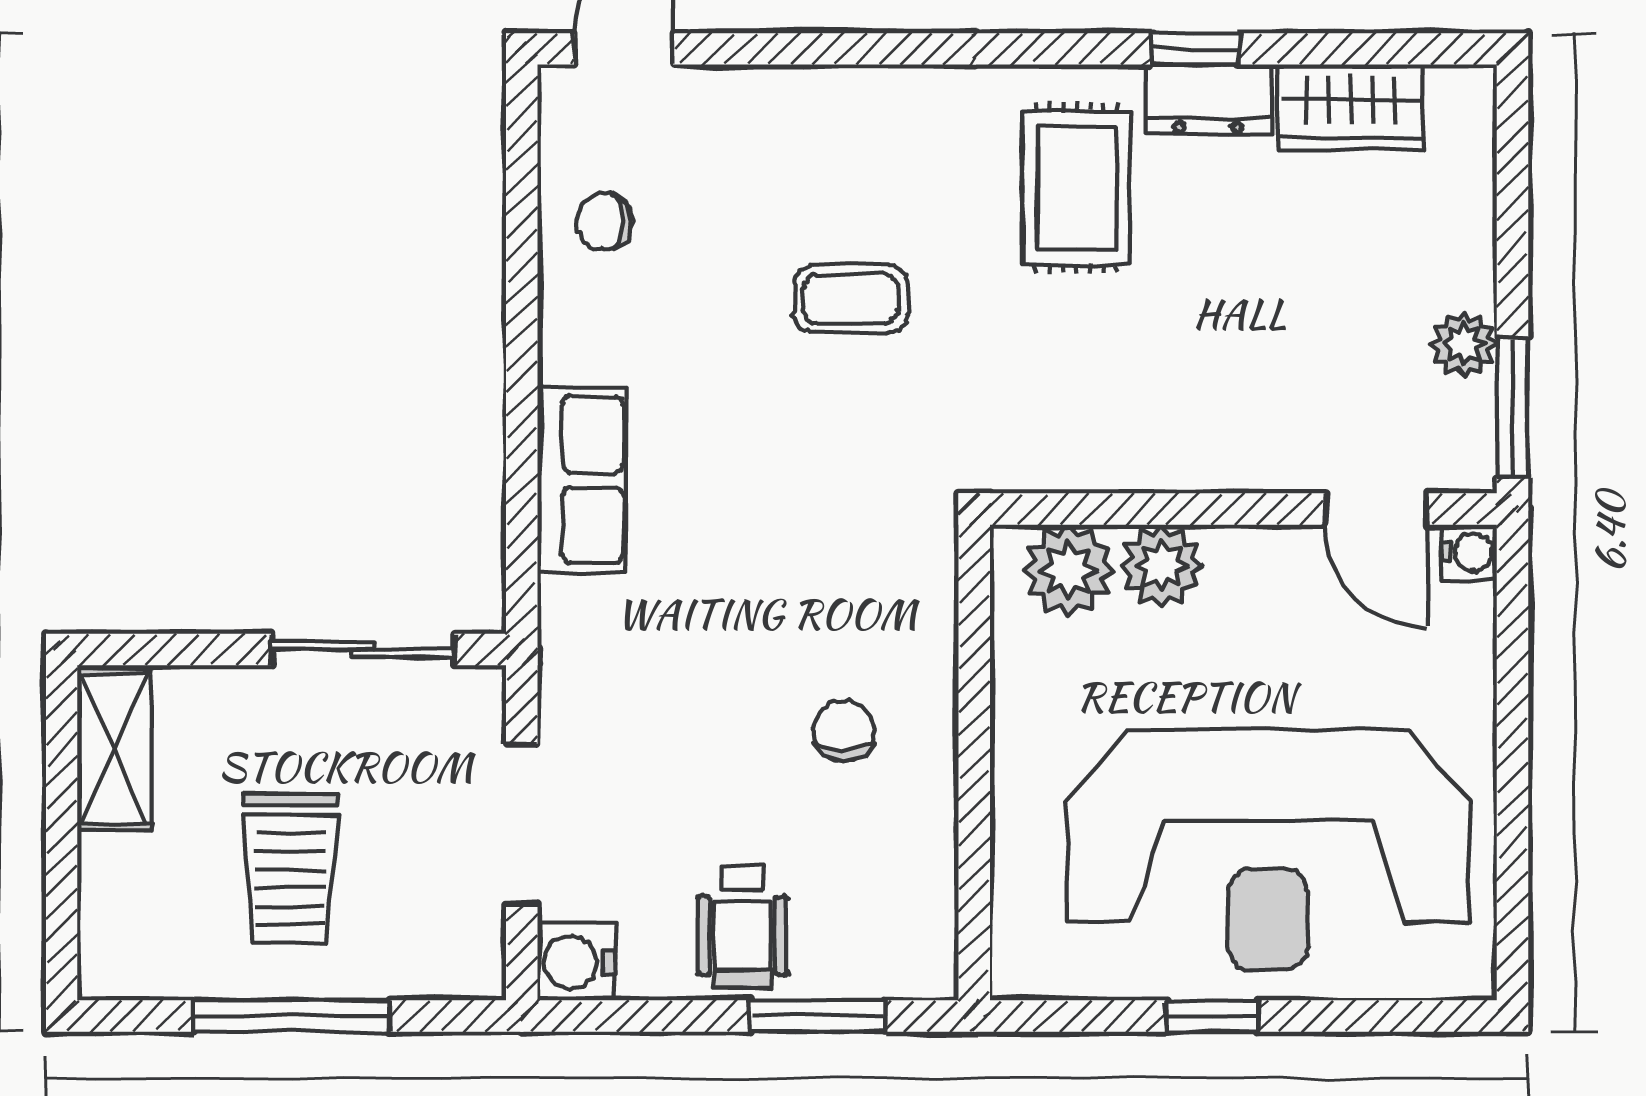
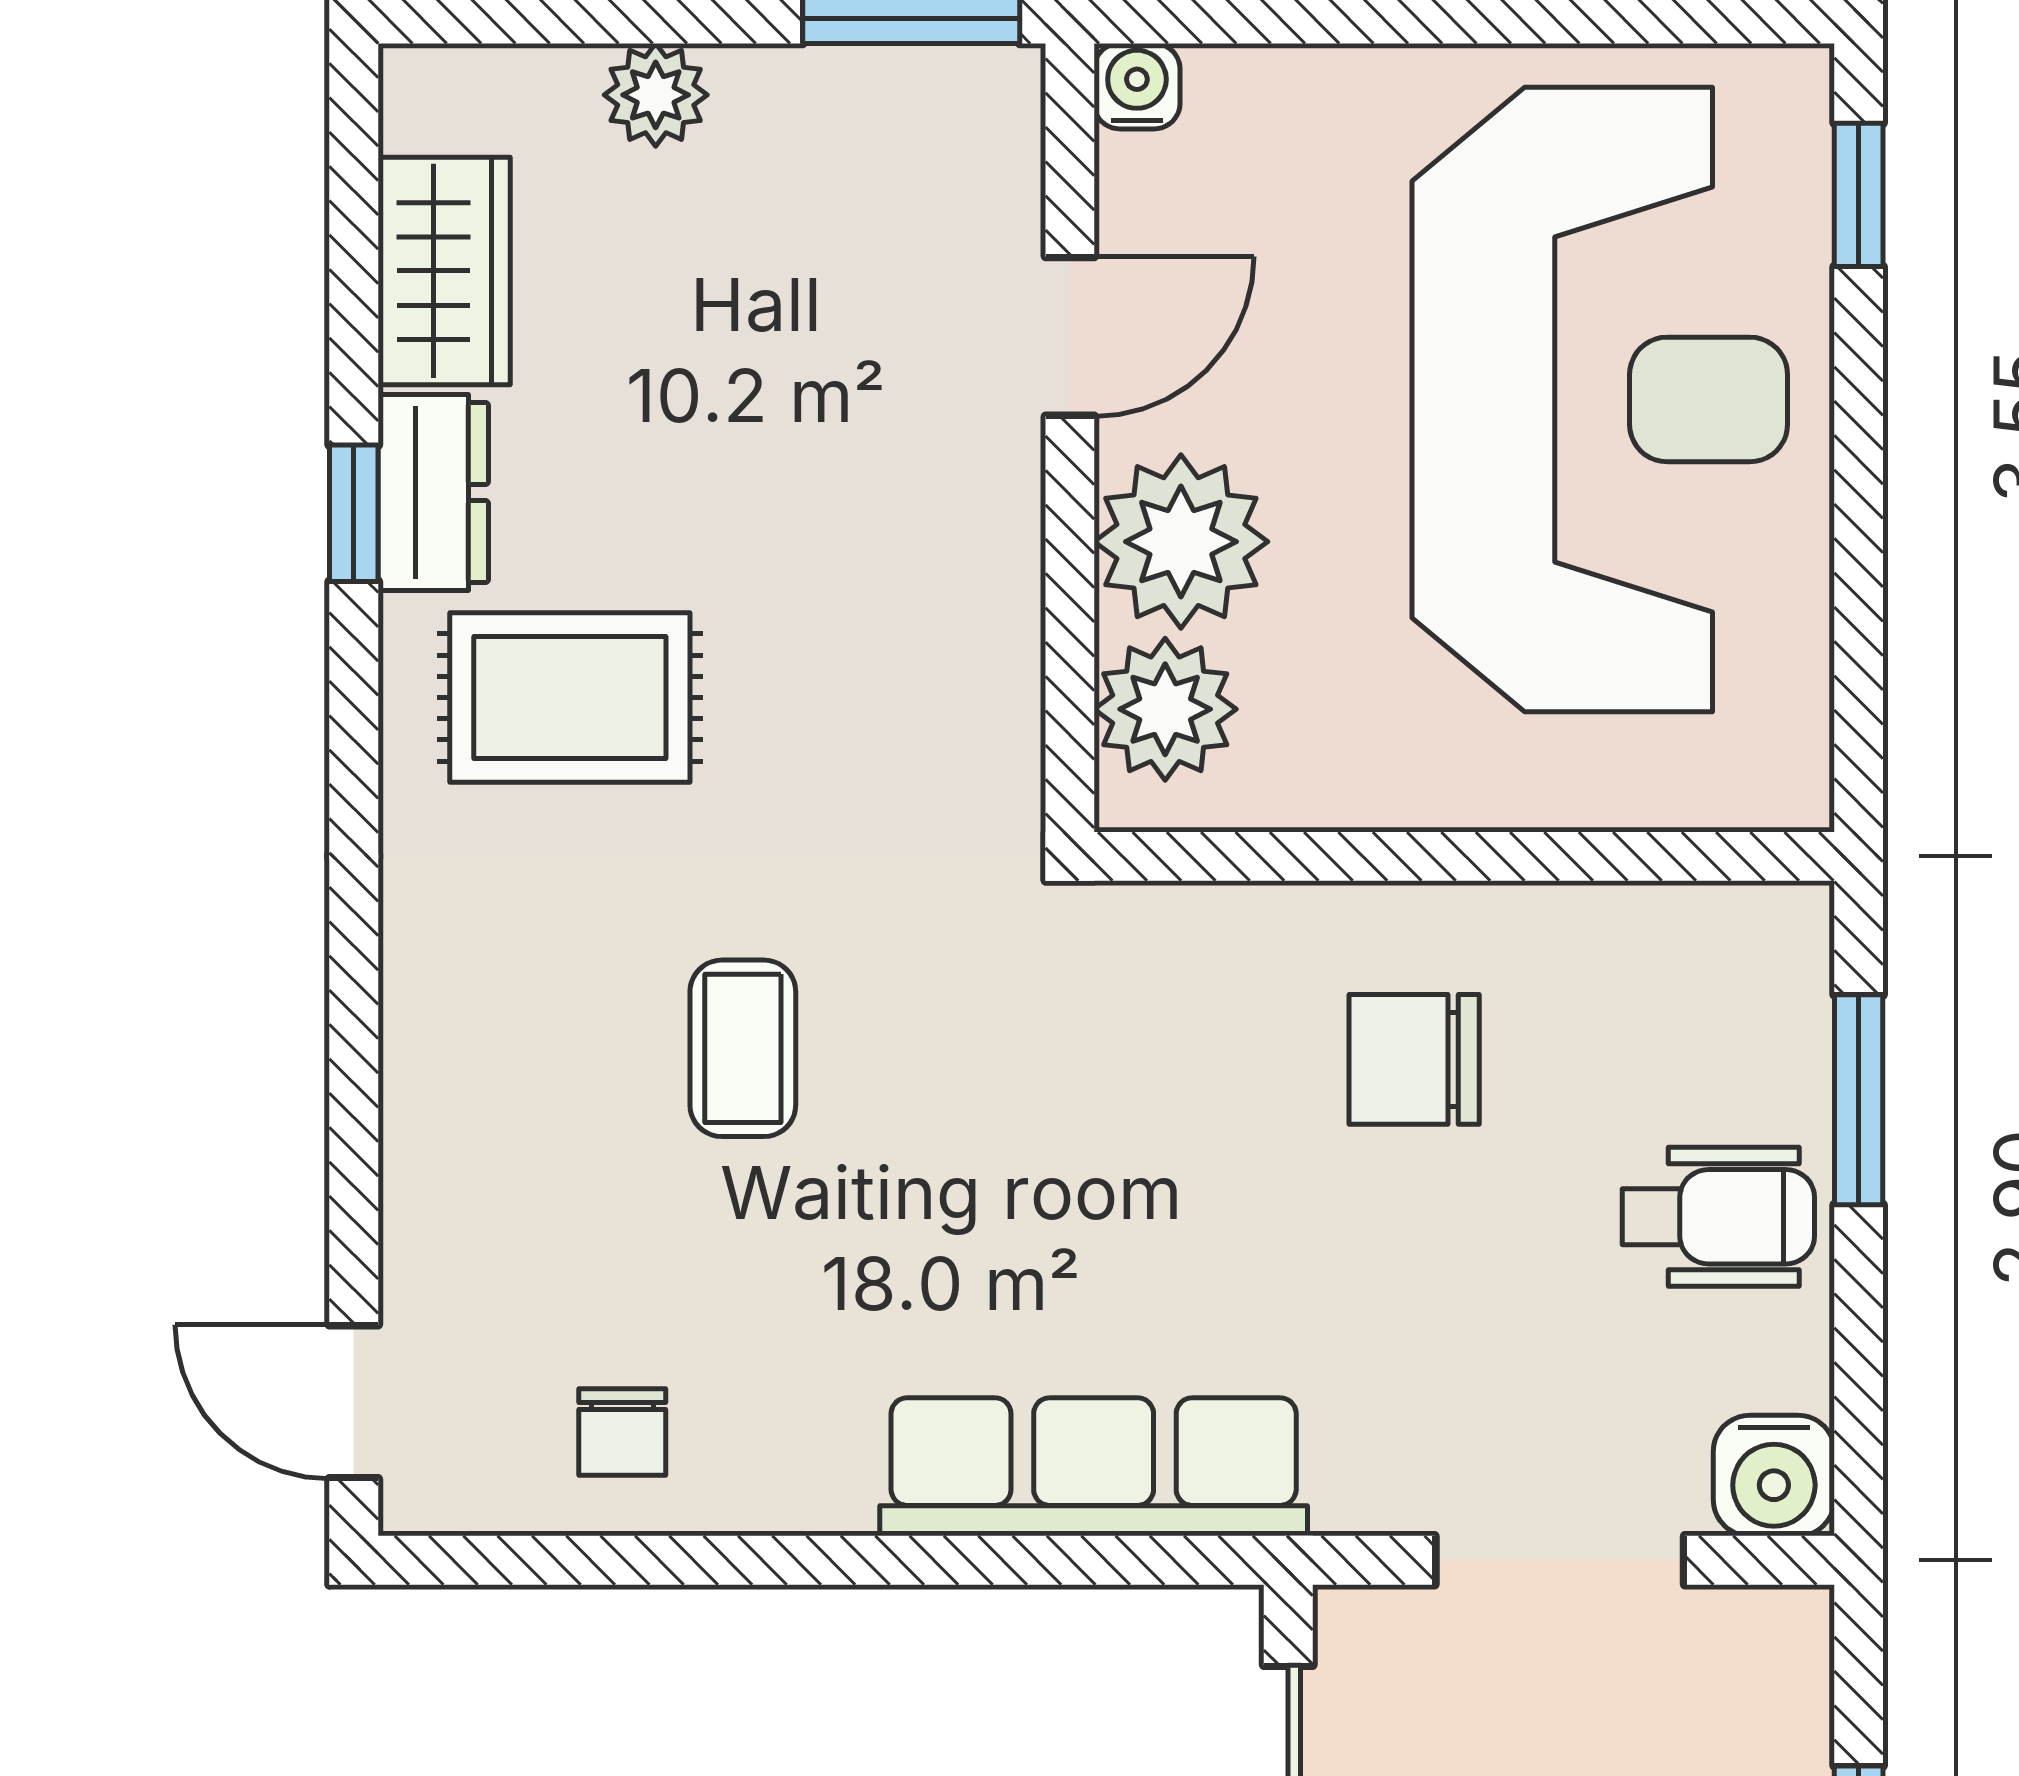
plant: (1464, 344) -> (656, 95), moved
row of seats: (582, 480) -> (1094, 1467), width x1.48
door: (1376, 509) -> (1070, 336), moved
plant: (1162, 566) -> (1181, 542), width x1.36, depth x1.36
chair: (844, 730) -> (1414, 1059), width x1.37, depth x1.37
window: (1212, 1016) -> (1859, 195), moved

